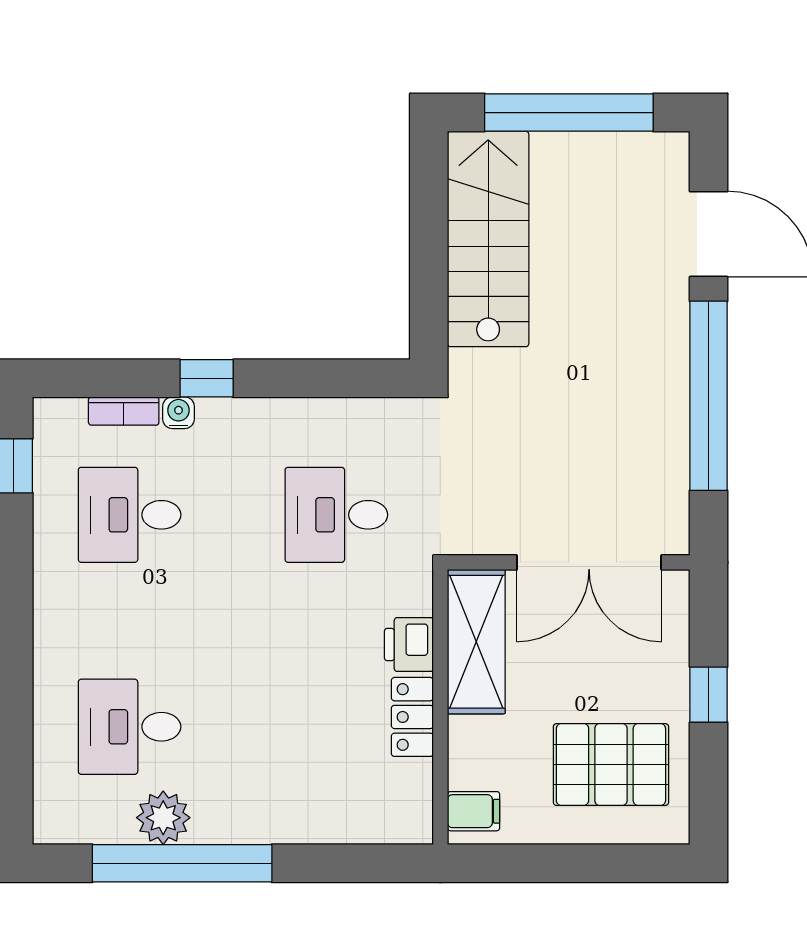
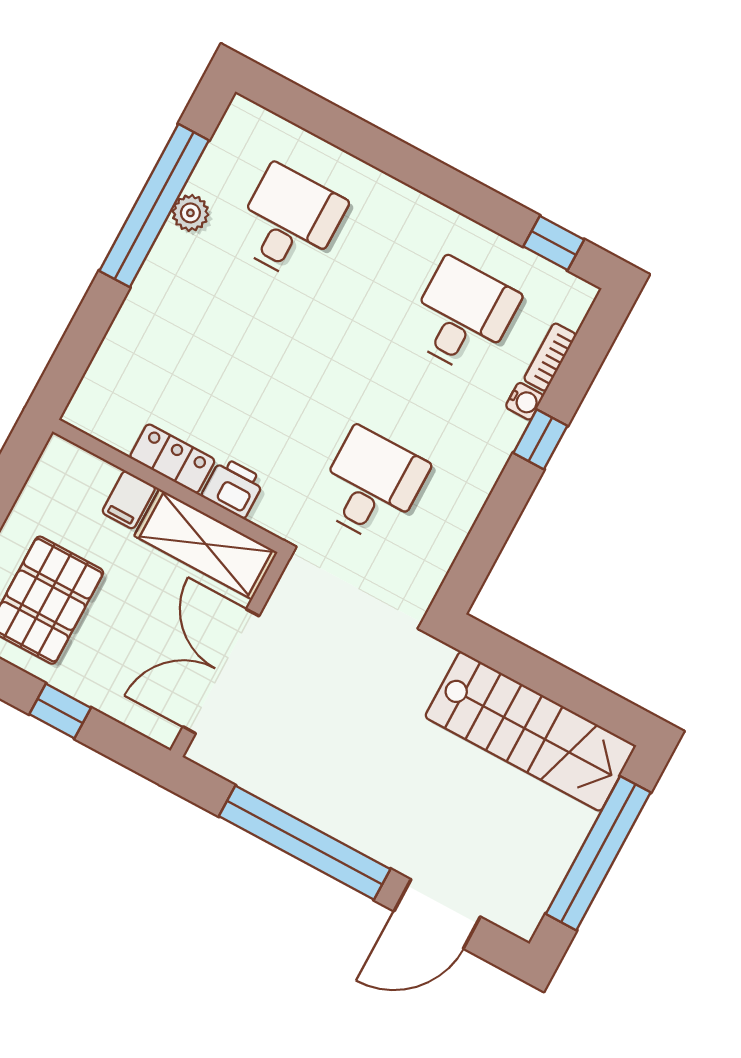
filing cabinet: (474, 811) -> (129, 500), moved
plant: (163, 818) -> (190, 213), width x0.73, depth x0.73

